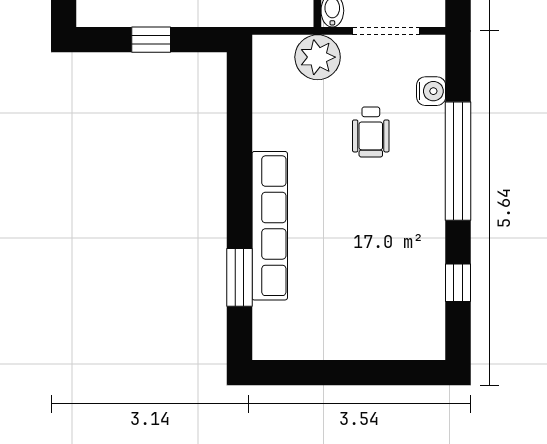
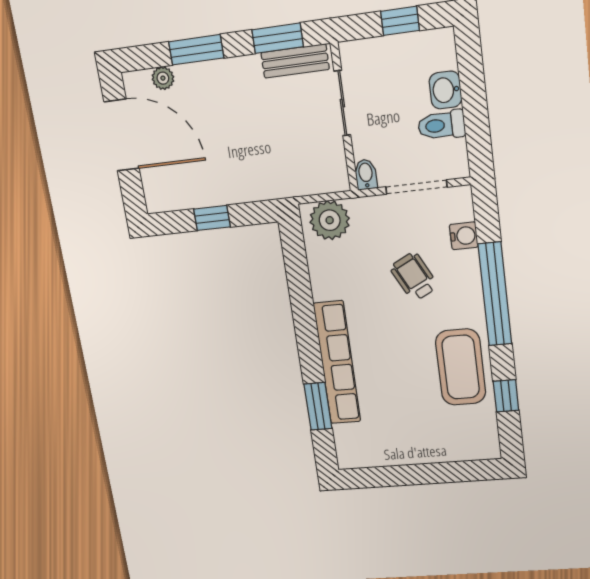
plant: (318, 57) -> (330, 220), moved
wheelchair: (371, 132) -> (414, 277), turned 153
coffee table: (411, 244) -> (461, 367), added

